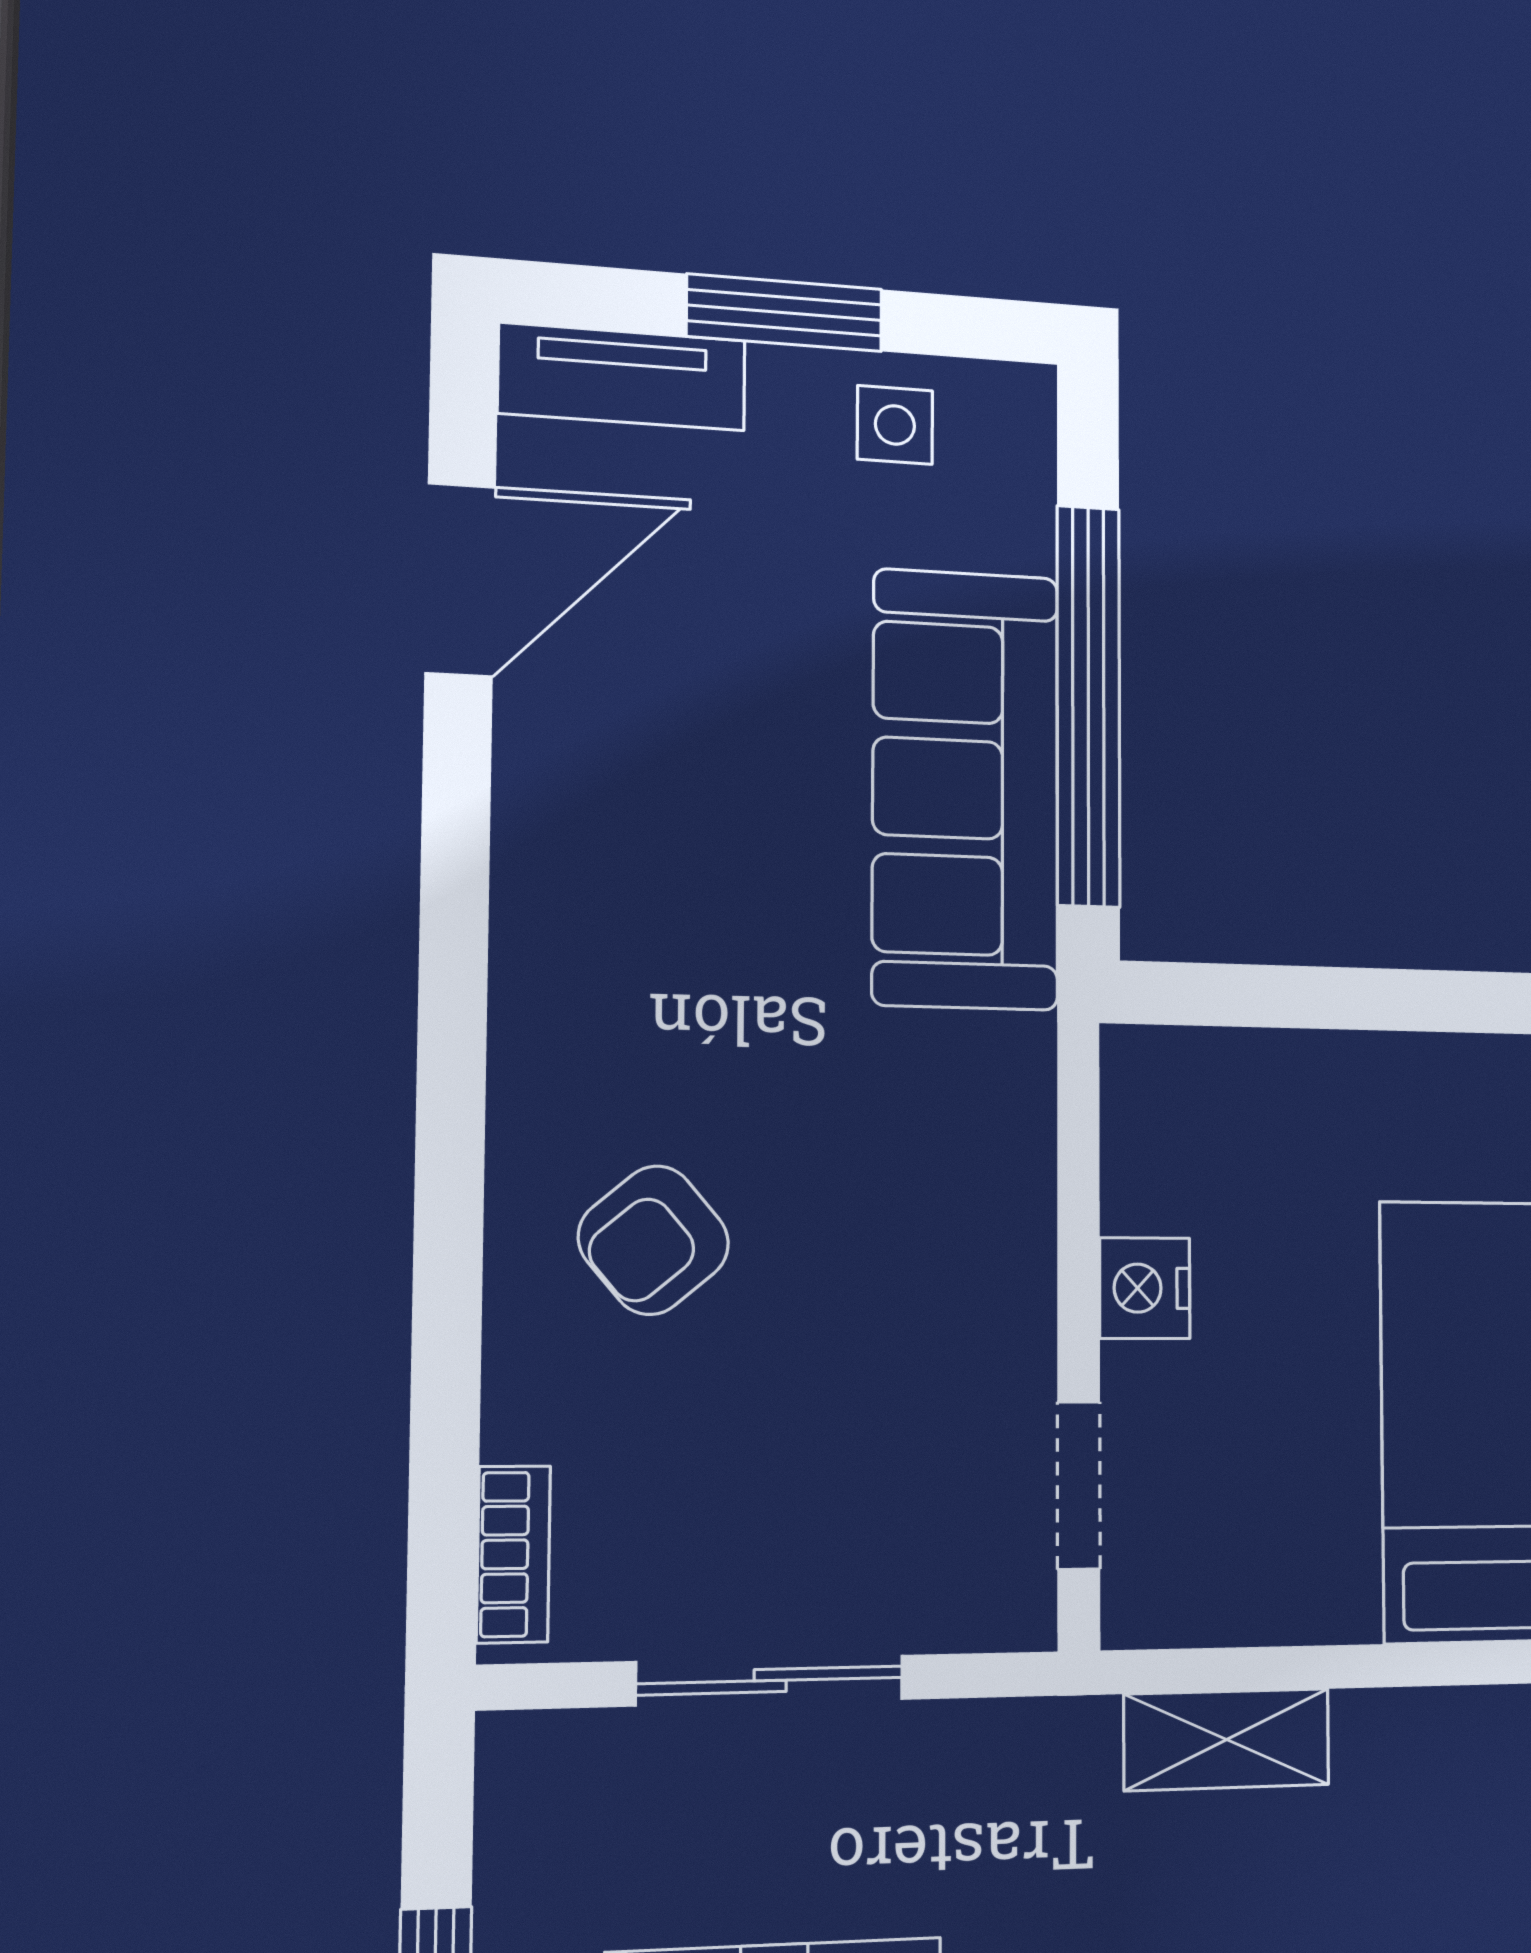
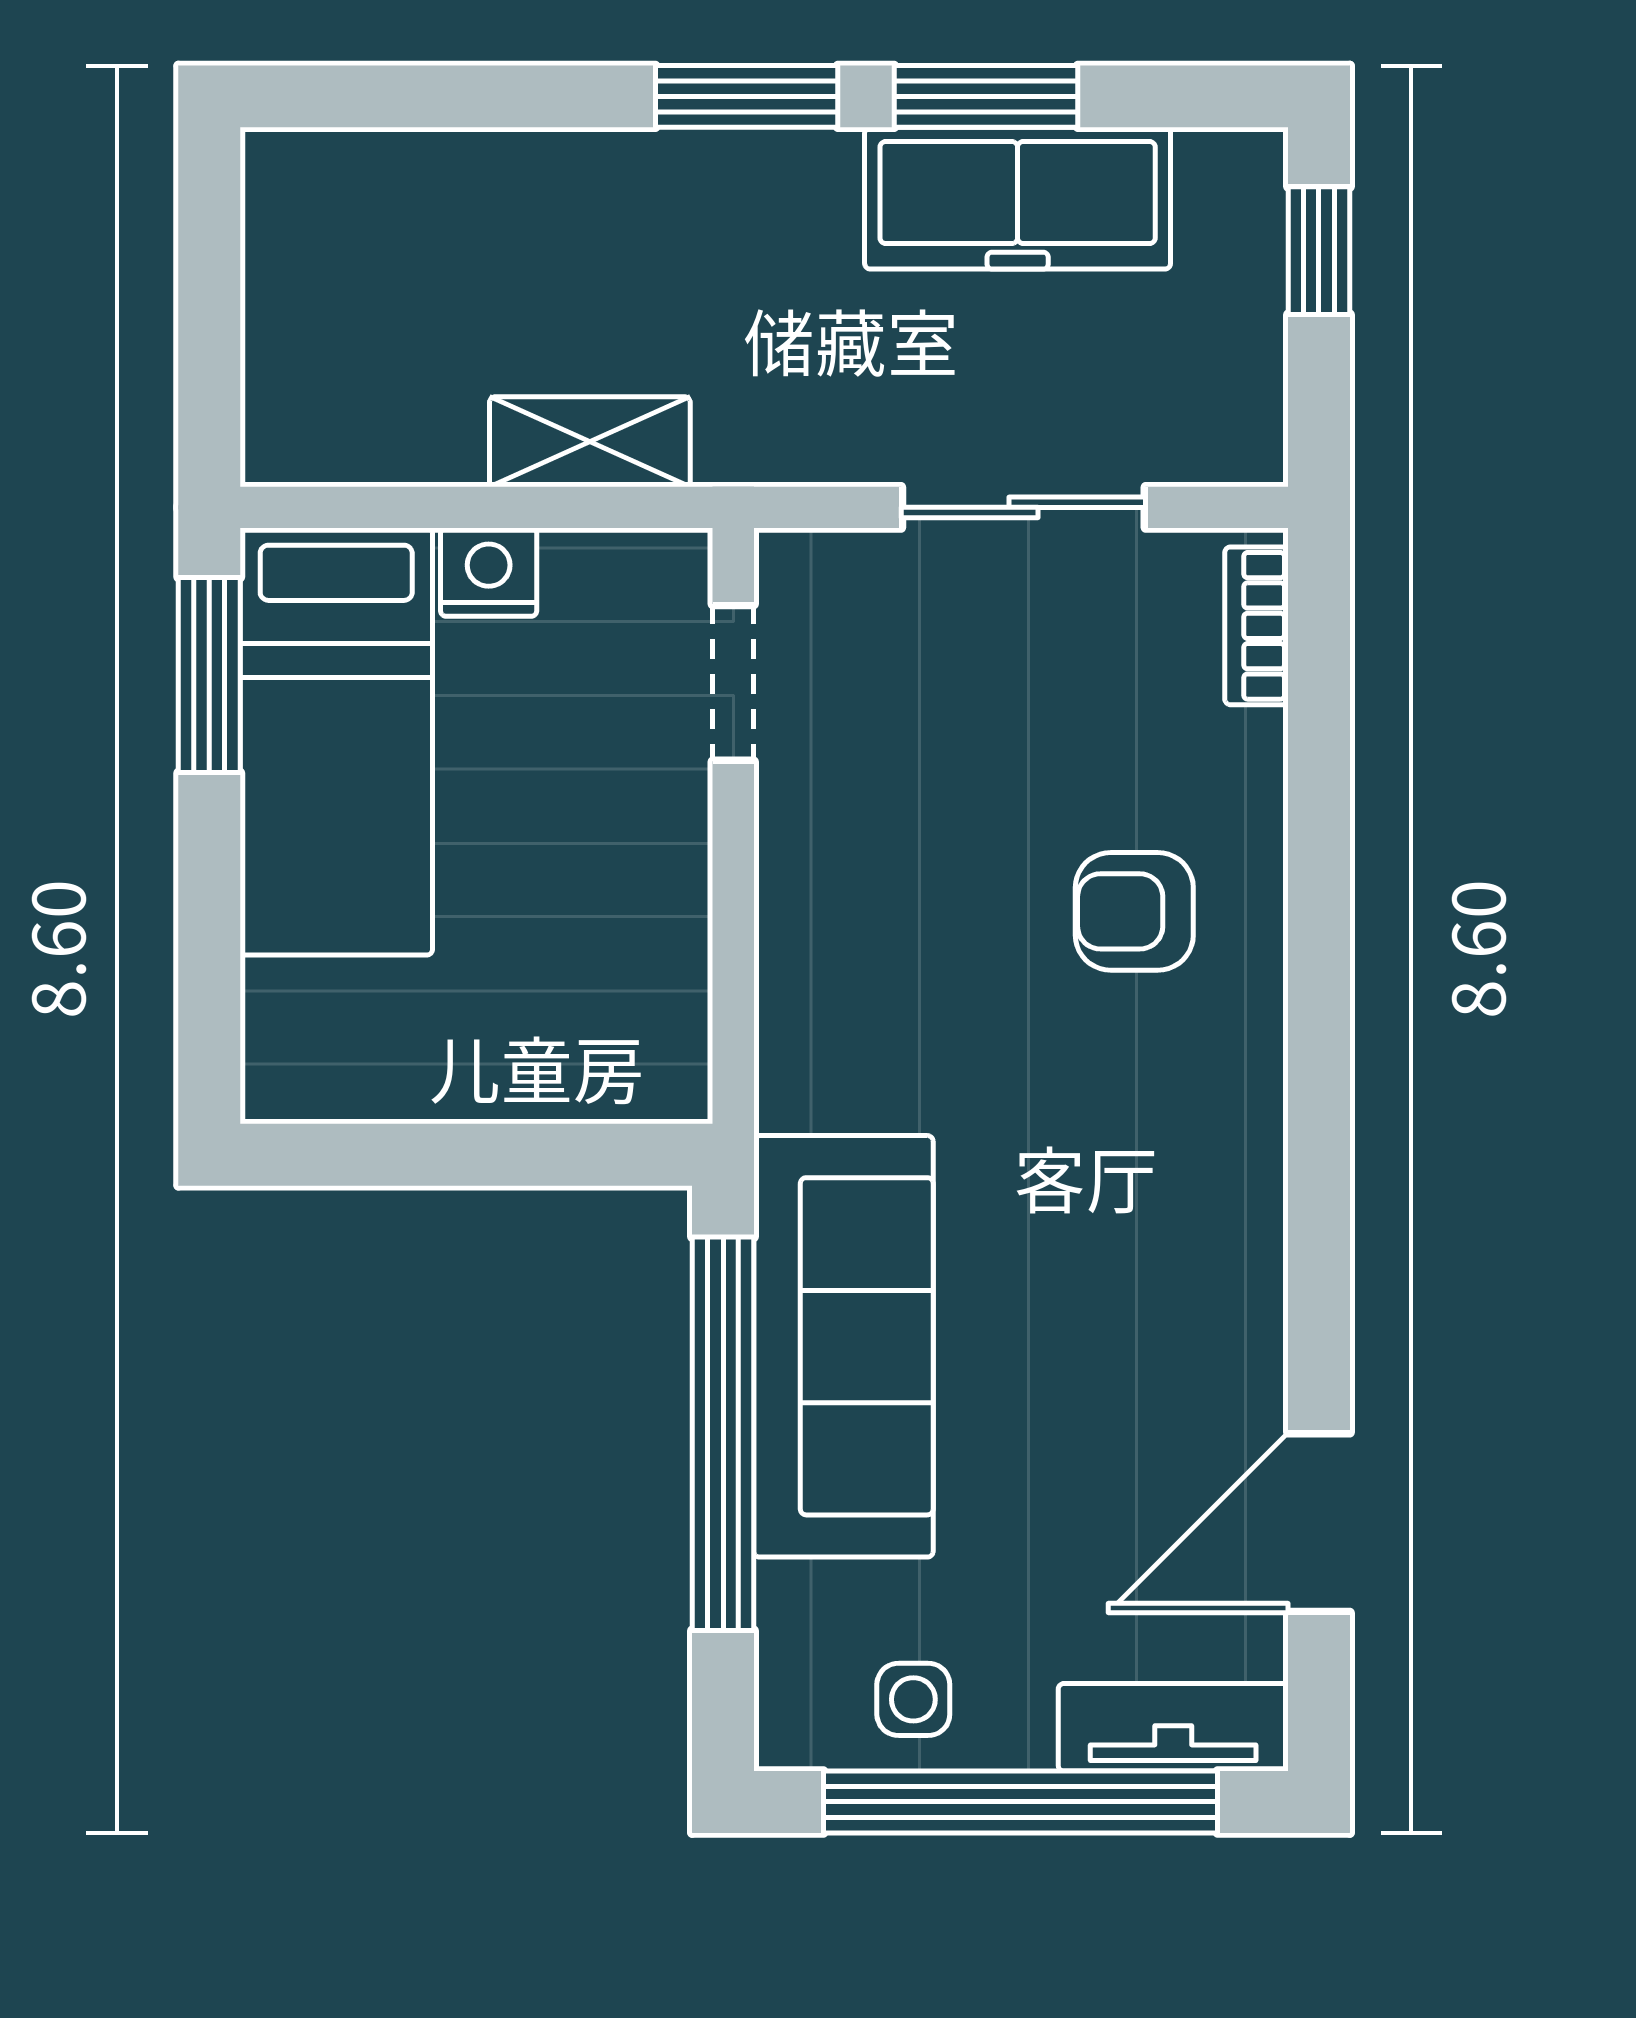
window: (784, 313) -> (1020, 1802), width x2.11
armchair: (654, 1240) -> (1134, 911), turned -140
nightstand: (1145, 1288) -> (489, 572), moved, turned -90

